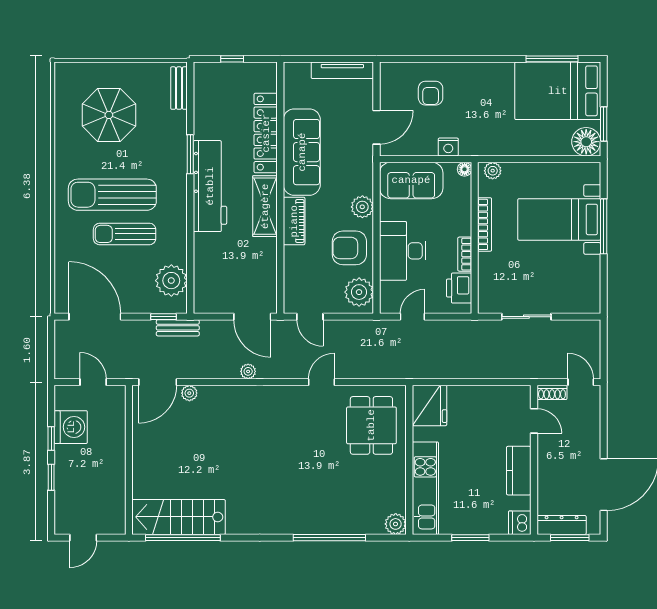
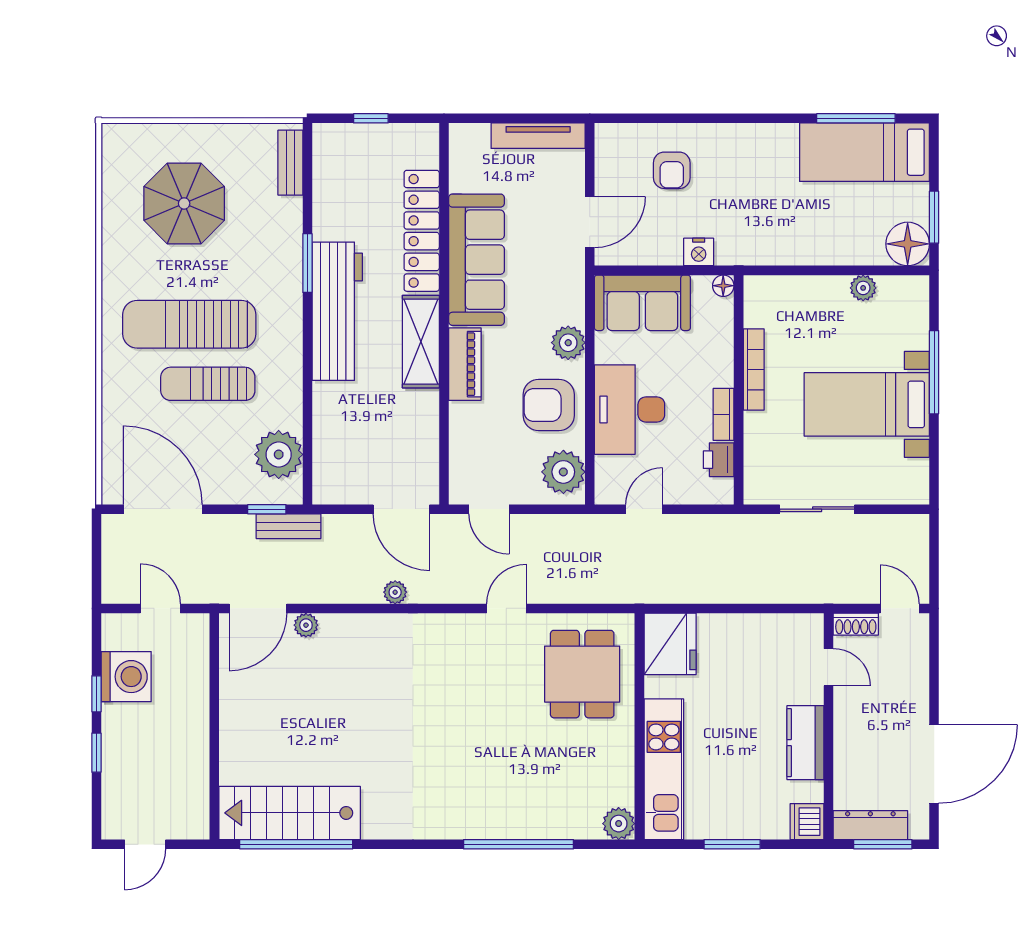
bed: (558, 91) -> (864, 152), width x0.67
plant: (493, 171) -> (863, 288), moved
bed with nightstands: (559, 219) -> (867, 404), moved
printer: (459, 288) -> (719, 460), width x0.73, depth x0.81

